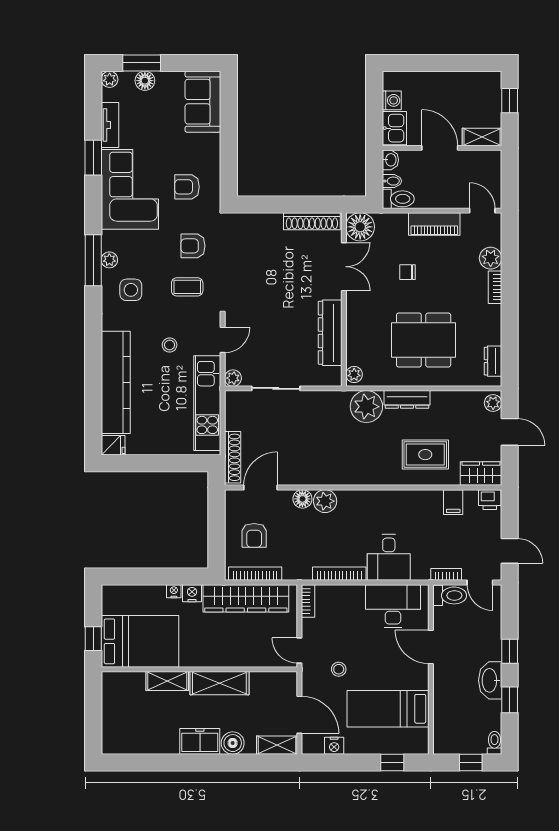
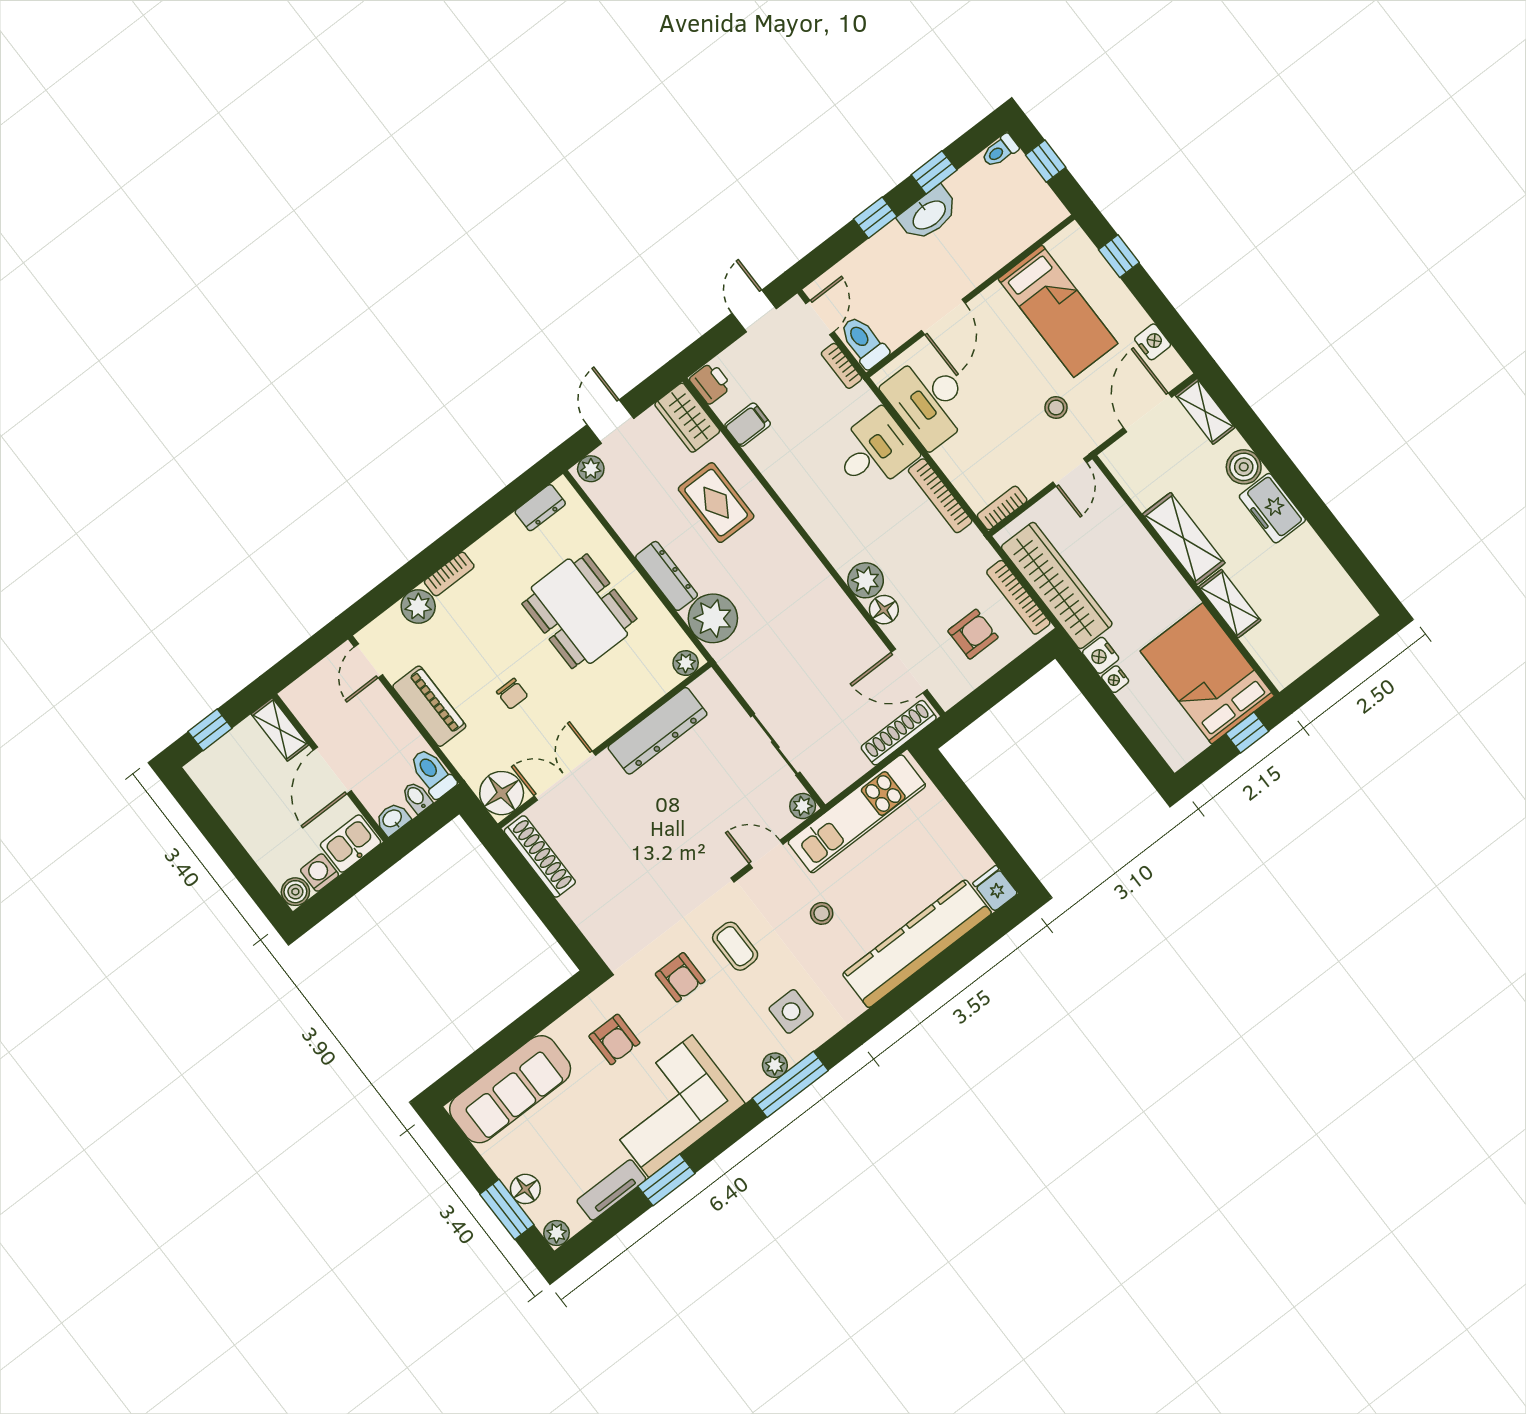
boiler: (391, 80) -> (295, 892), added
sofa: (203, 102) -> (510, 1089), width x1.36

